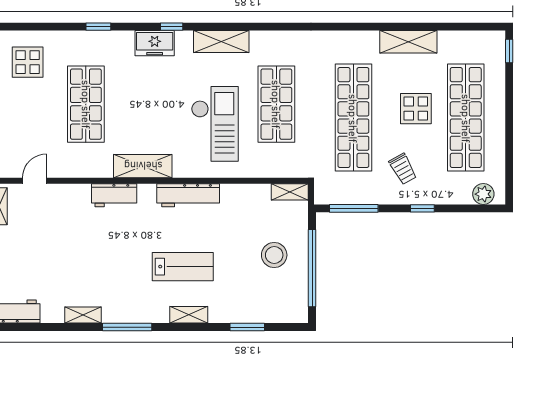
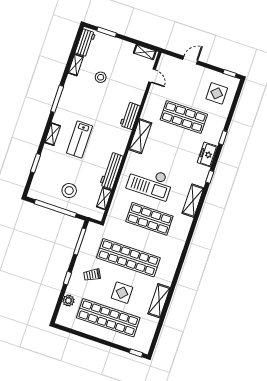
freezer: (155, 43) -> (207, 155), moved
shelving: (290, 192) -> (104, 199), moved
plant: (483, 194) -> (68, 301), moved
workbench: (188, 195) -> (111, 171), moved
stool: (66, 266) -> (101, 77), added
shelving: (83, 315) -> (76, 65), moved

